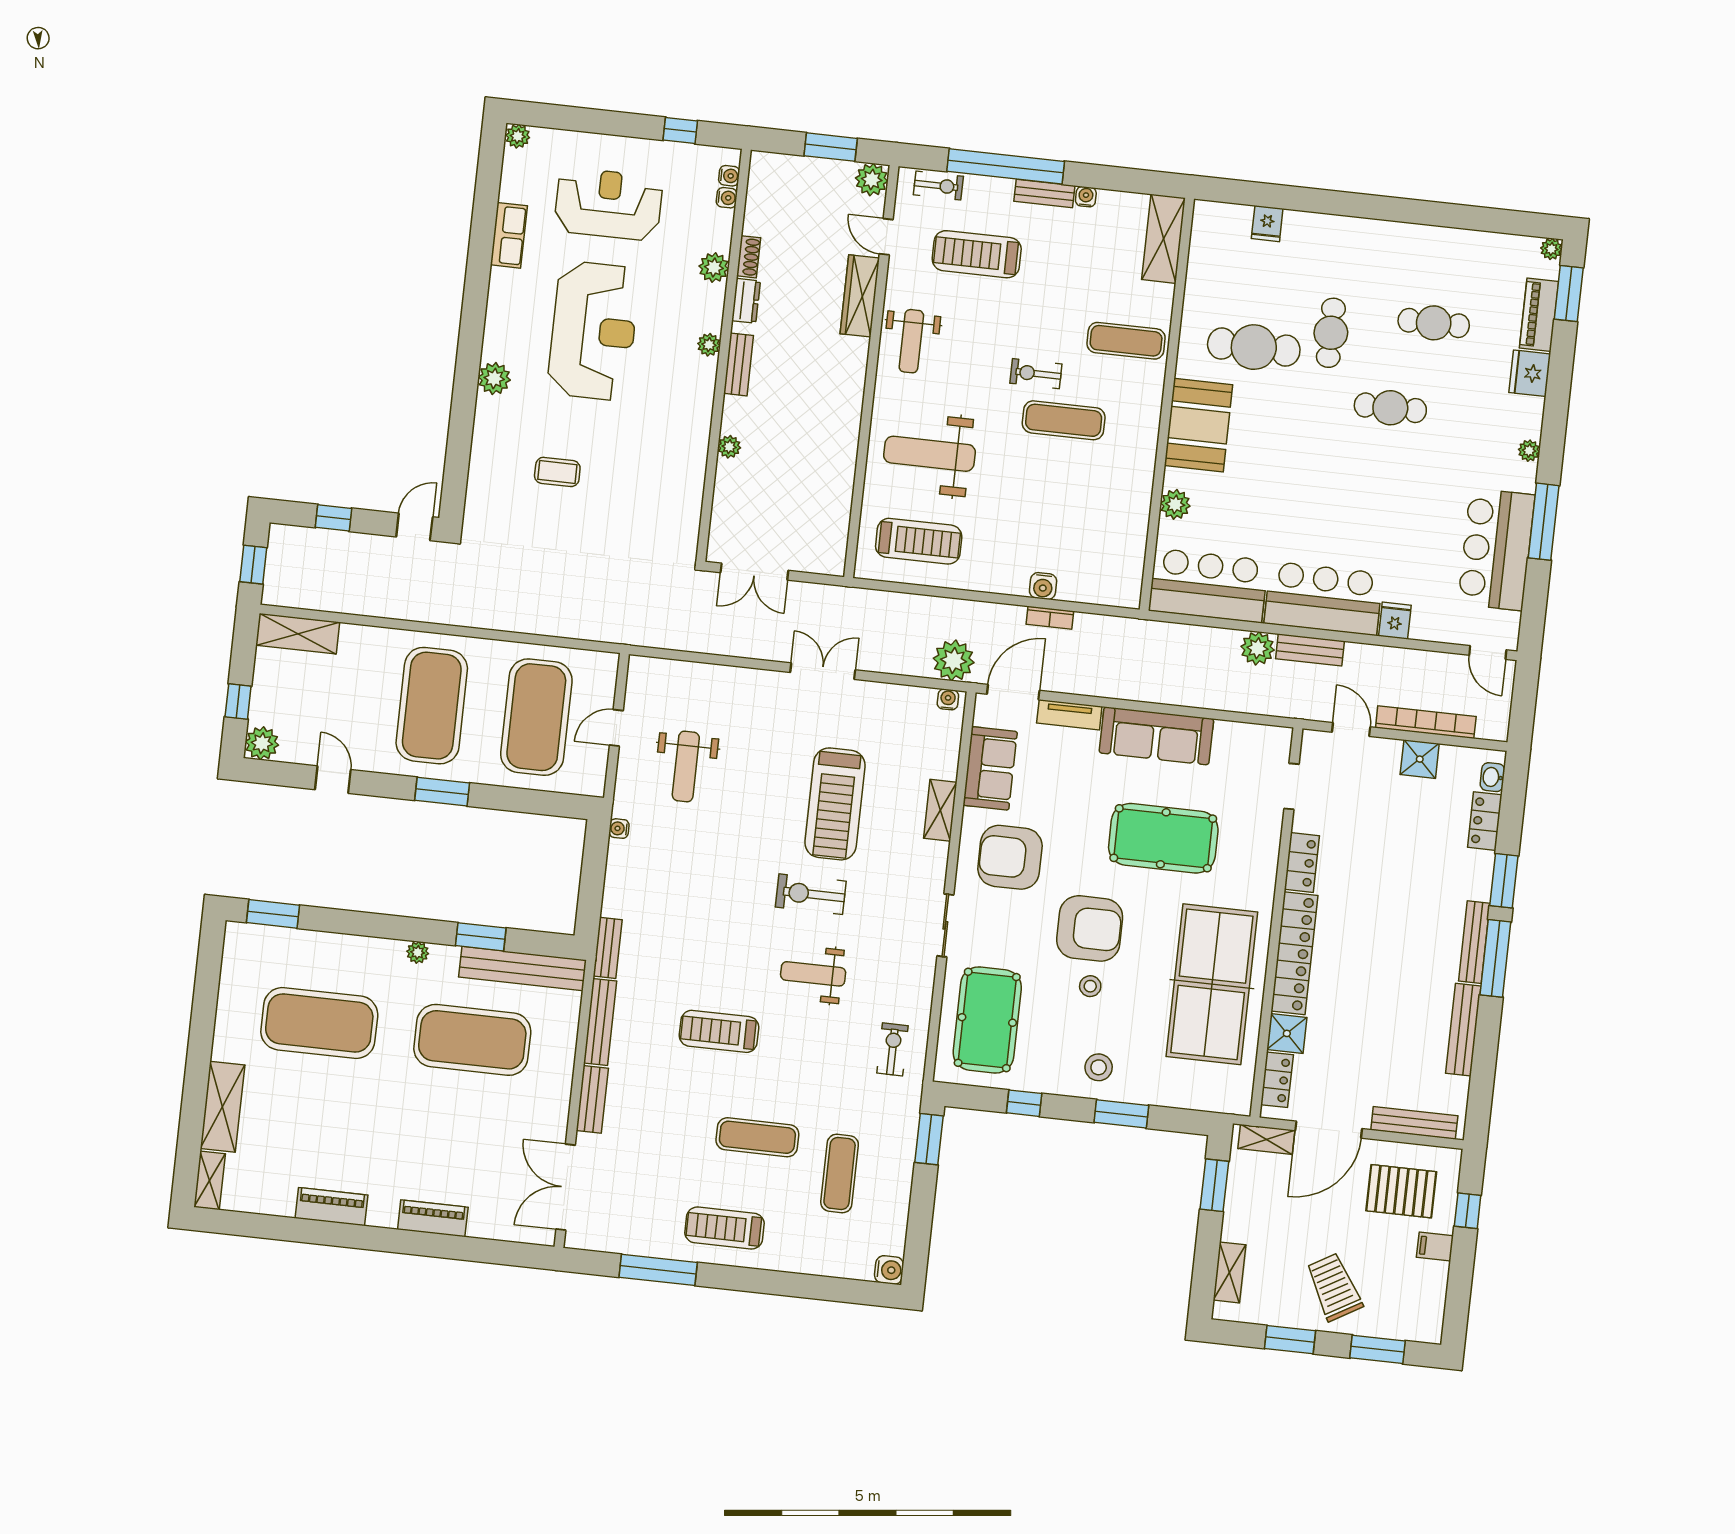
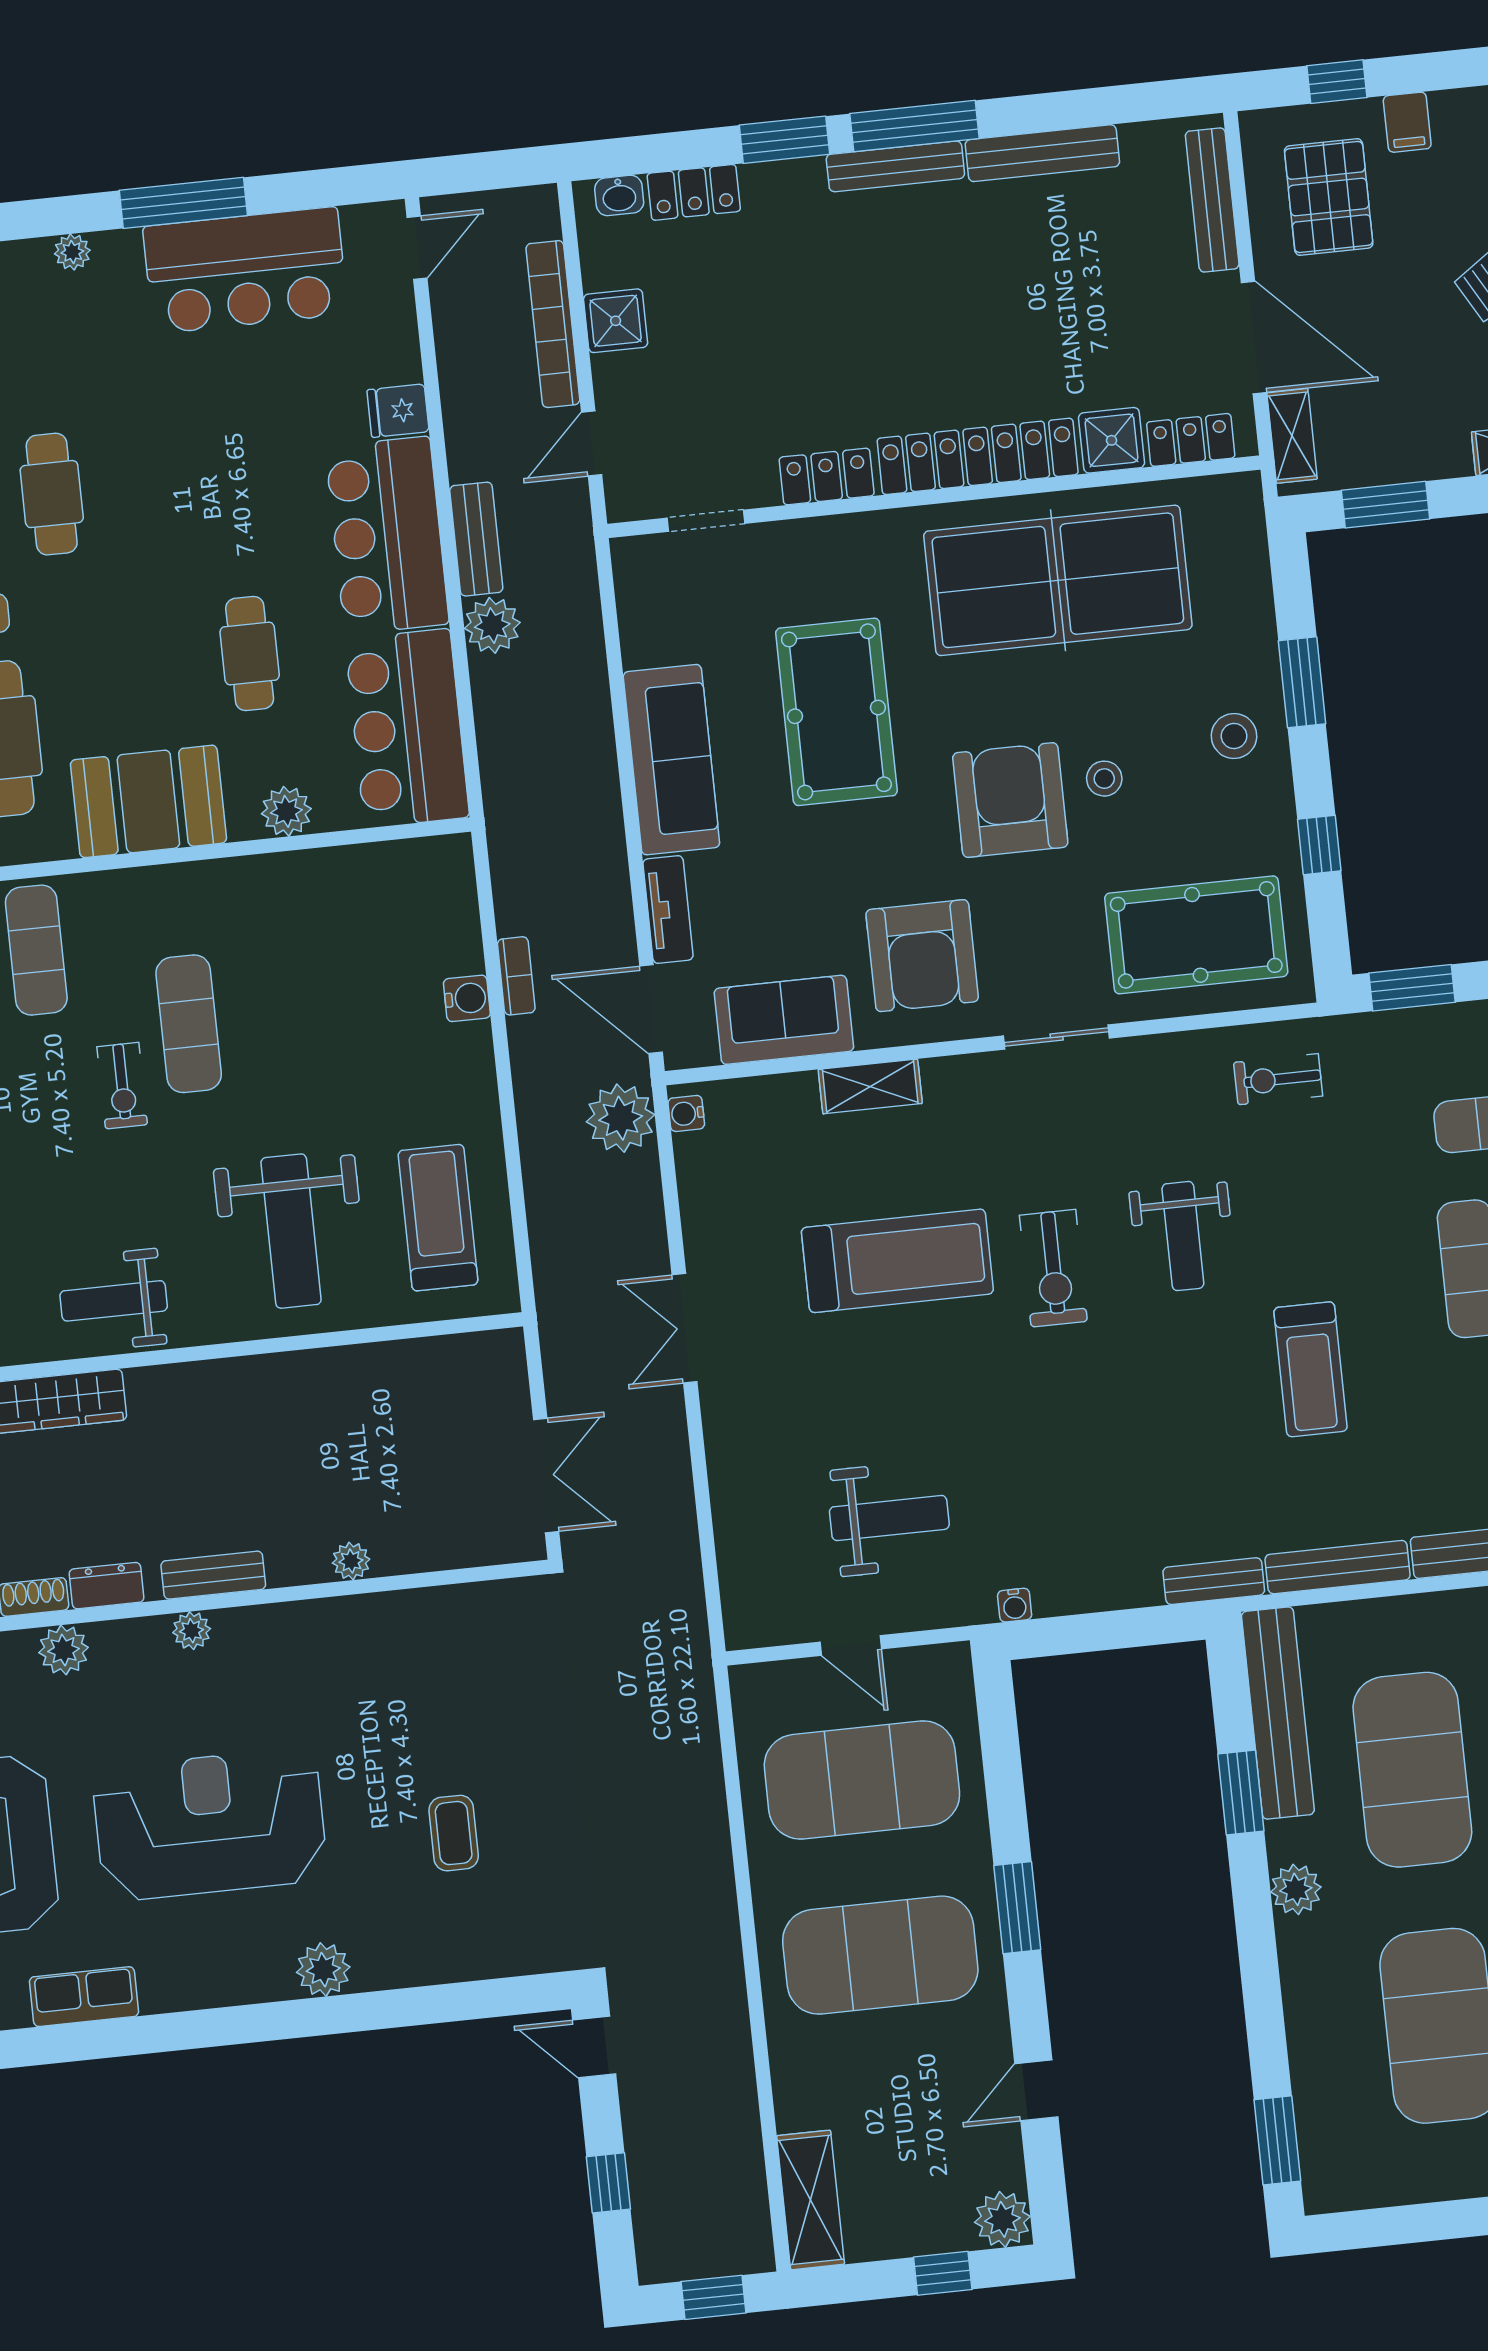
weight bench: (911, 341) -> (114, 1301), turned 180
cafe table: (1272, 503) -> (250, 654), added
plant: (418, 952) -> (1296, 1889), width x1.38, depth x1.38

